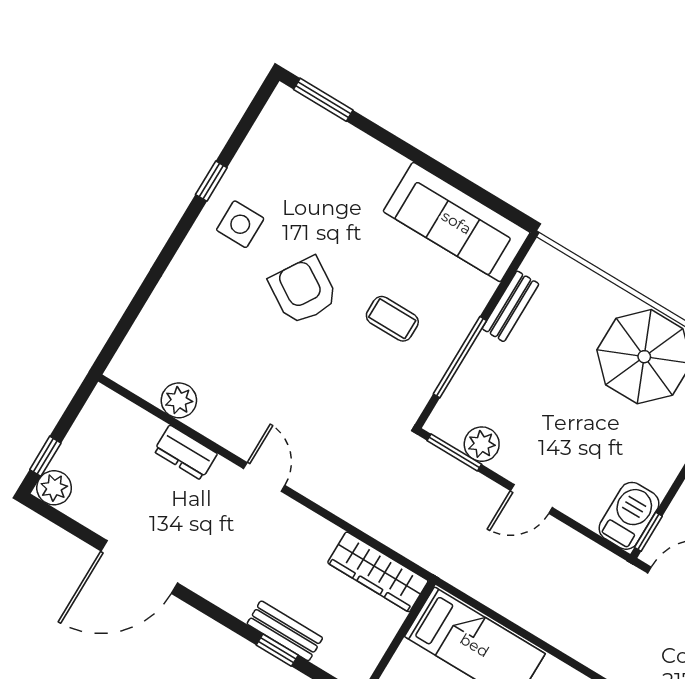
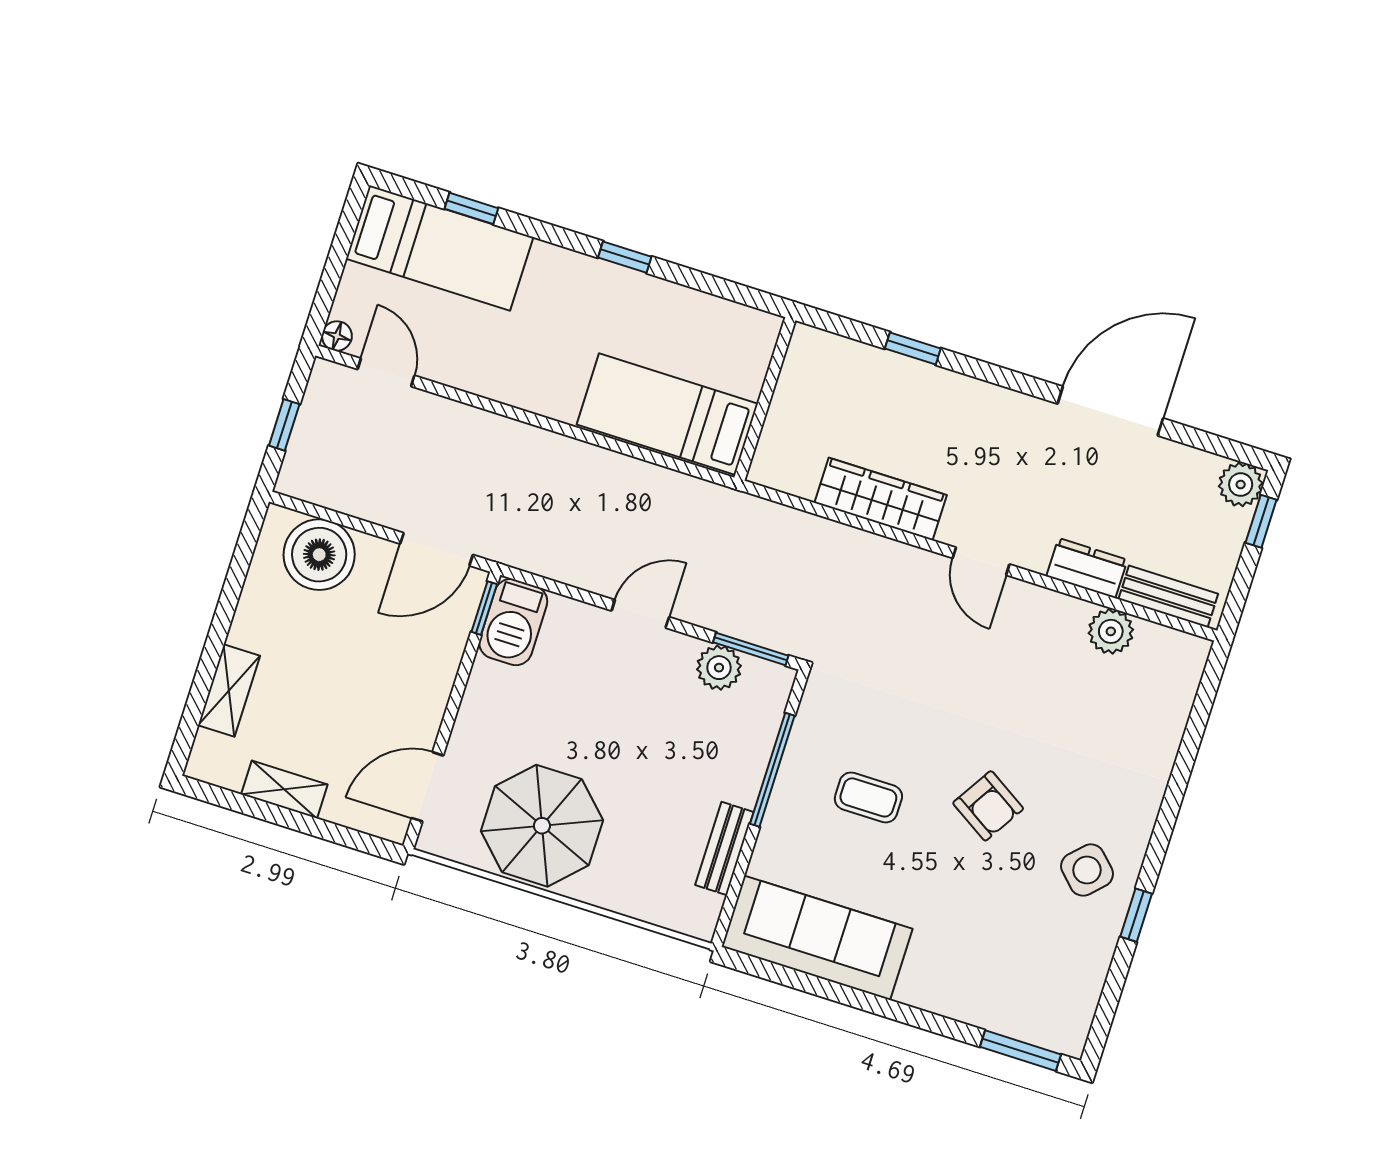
side table: (240, 224) -> (1087, 870), turned 45
armchair: (303, 291) -> (988, 806), width x0.72, depth x0.72
wardrobe: (378, 572) -> (881, 499), moved
bench: (285, 631) -> (1168, 597), moved

